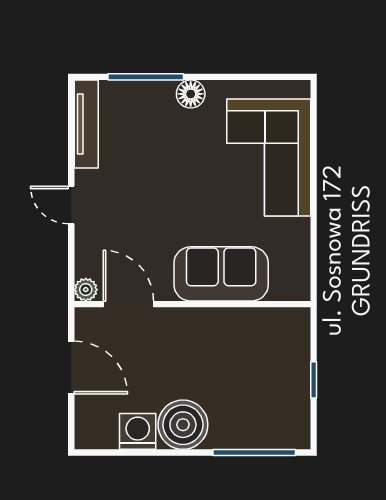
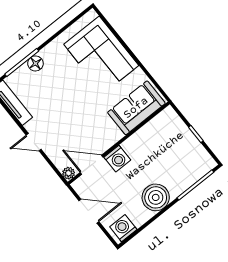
floor lamp: (191, 94) -> (35, 63), moved
sofa: (221, 274) -> (136, 108), moved
washing machine: (173, 325) -> (117, 159), added
washing machine: (138, 431) -> (123, 228), moved

